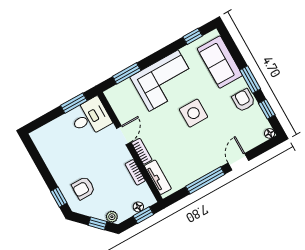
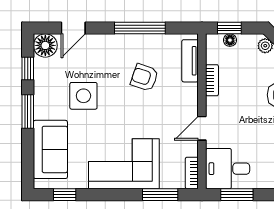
armchair: (244, 100) -> (144, 77), moved, turned 109
side table: (194, 113) -> (83, 96), moved
floor lamp: (270, 133) -> (45, 45), width x1.89, depth x1.89
bookcase: (142, 151) -> (192, 173), moved
door: (238, 162) -> (73, 28), moved

